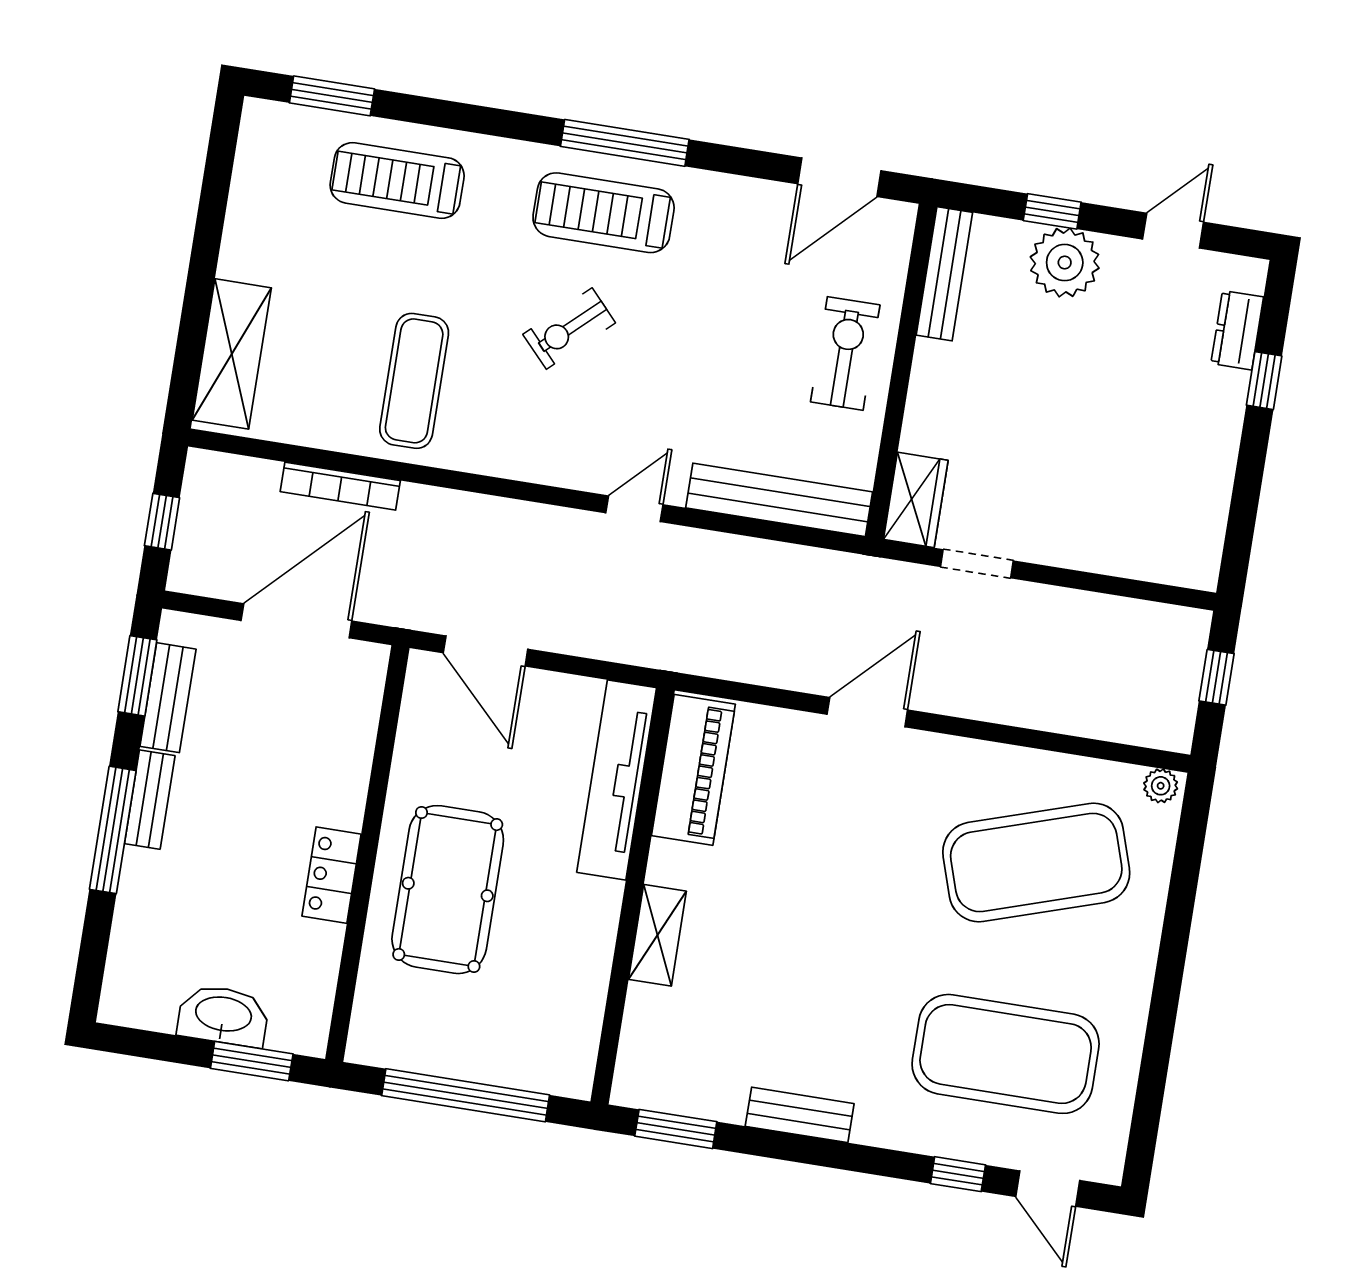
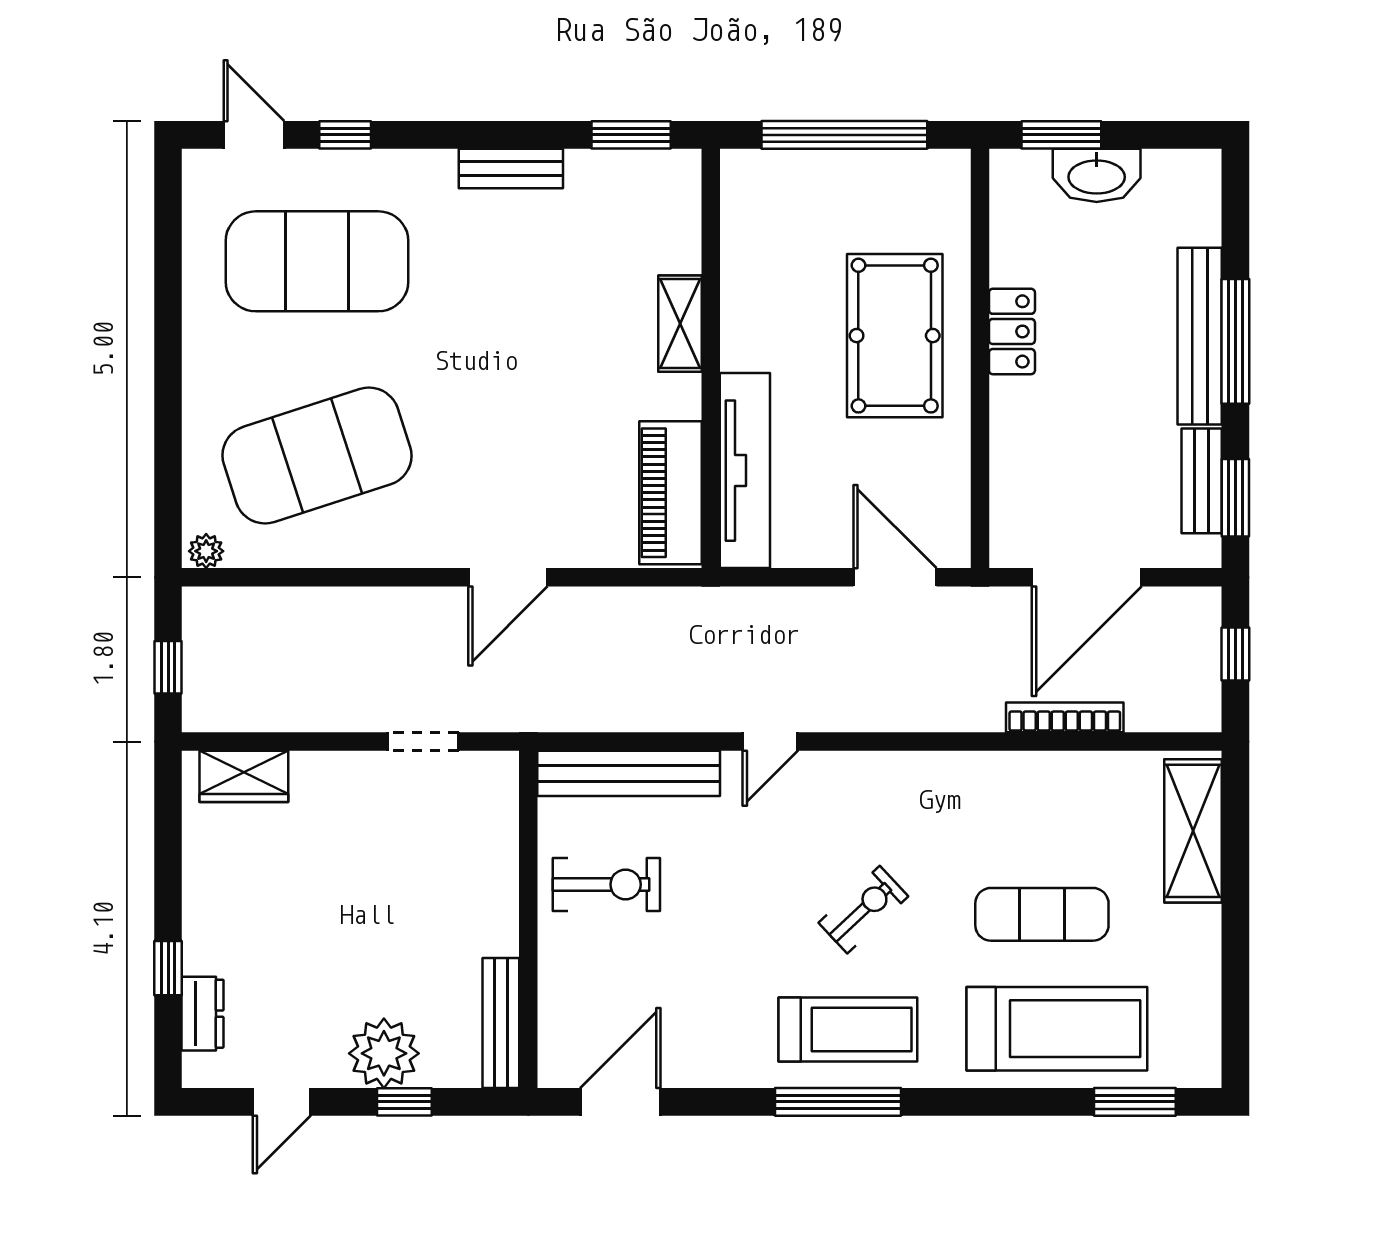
treadmill: (397, 180) -> (1057, 1029), width x1.37, depth x1.38
exercise bike: (845, 353) -> (606, 884), moved, turned -90
exercise mat: (414, 381) -> (1042, 914), moved, turned 90
wardrobe: (916, 500) -> (244, 776), moved, turned -90
bench: (150, 800) -> (1200, 336), width x1.86, depth x1.21

